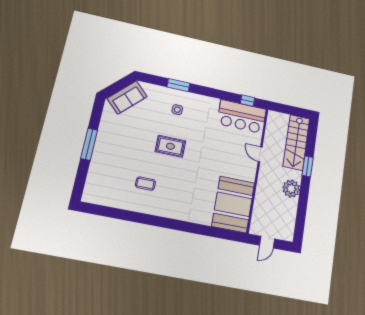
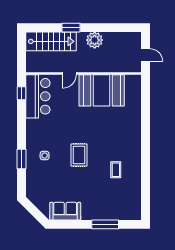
sofa: (127, 97) -> (65, 211), moved, turned -45
window: (89, 144) -> (105, 224), moved
booth: (233, 204) -> (102, 90), moved

